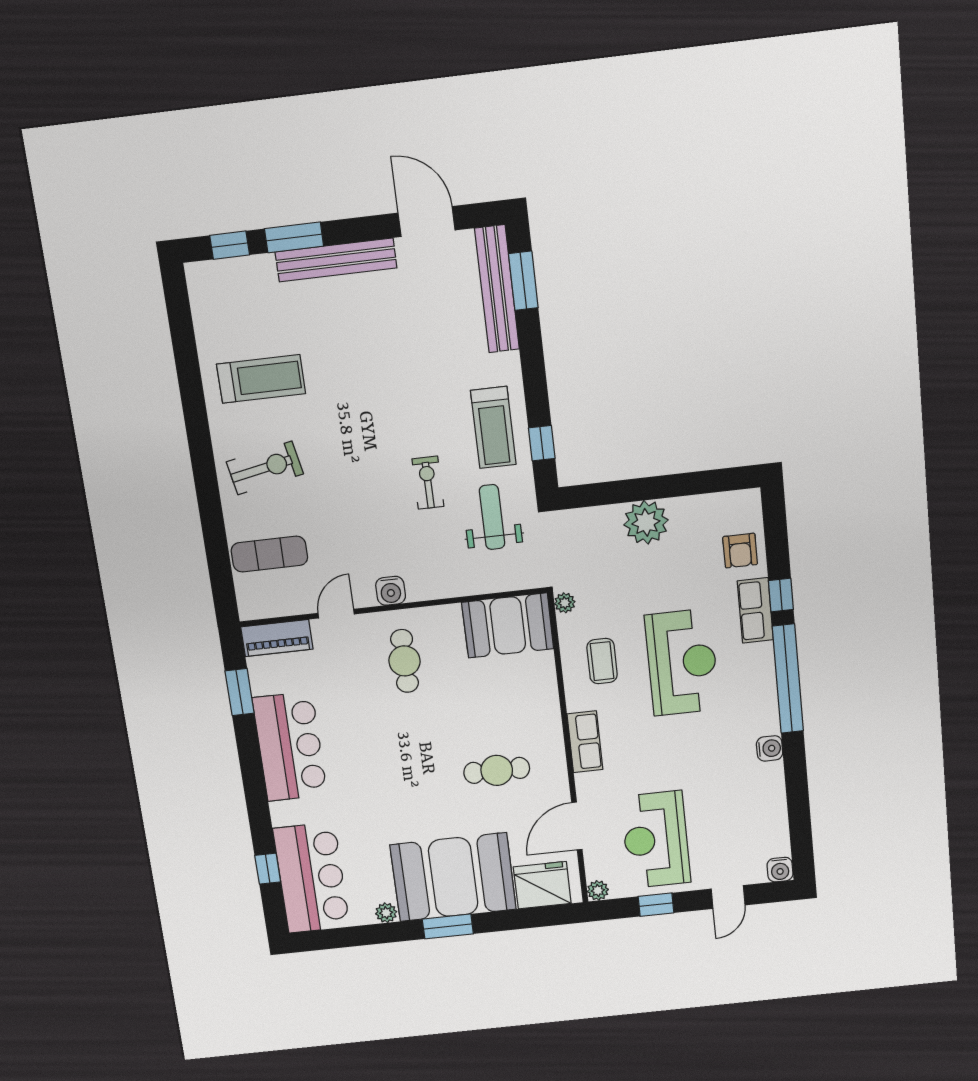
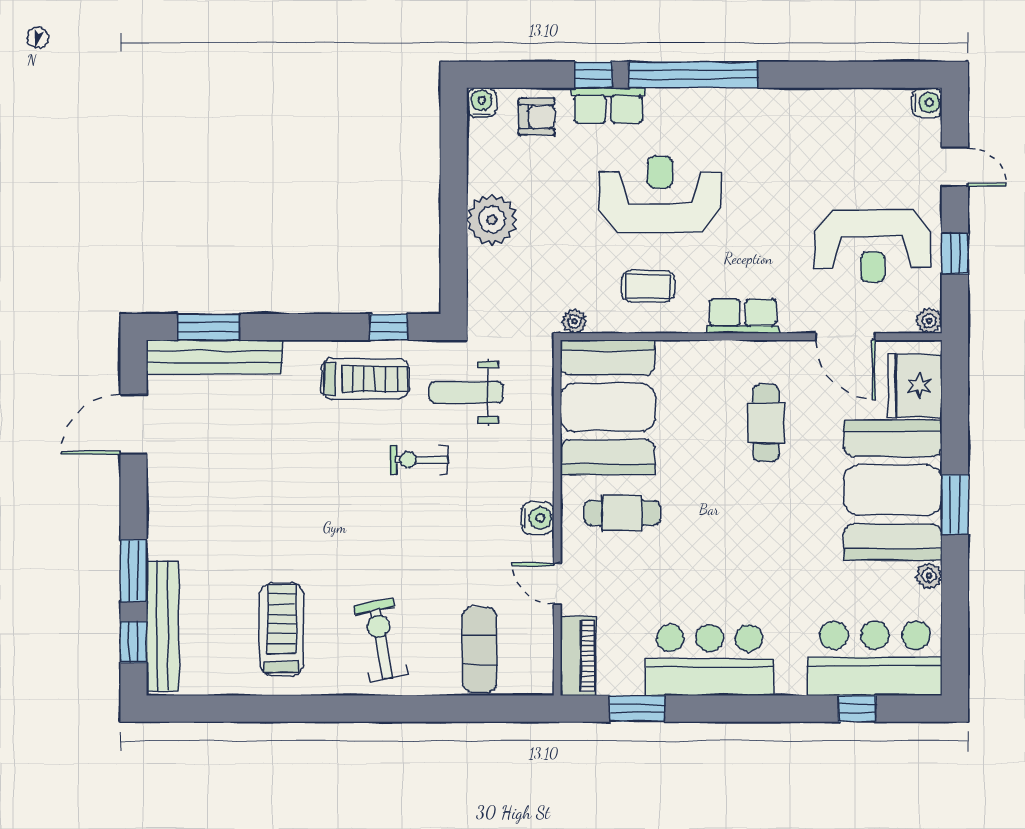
bench: (336, 260) -> (163, 626), moved
booth: (508, 625) -> (608, 407), width x1.36, depth x1.42
water cooler: (770, 748) -> (481, 103), moved

